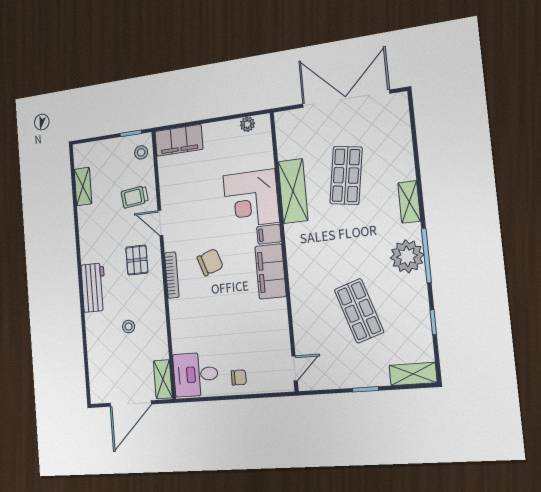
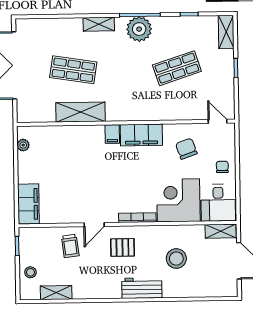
stool: (141, 152) -> (30, 272), moved
corner desk: (251, 199) -> (178, 200), moved, turned 180
chair: (210, 262) -> (186, 149), moved
stool: (129, 327) -> (176, 259), width x1.89, depth x1.89

